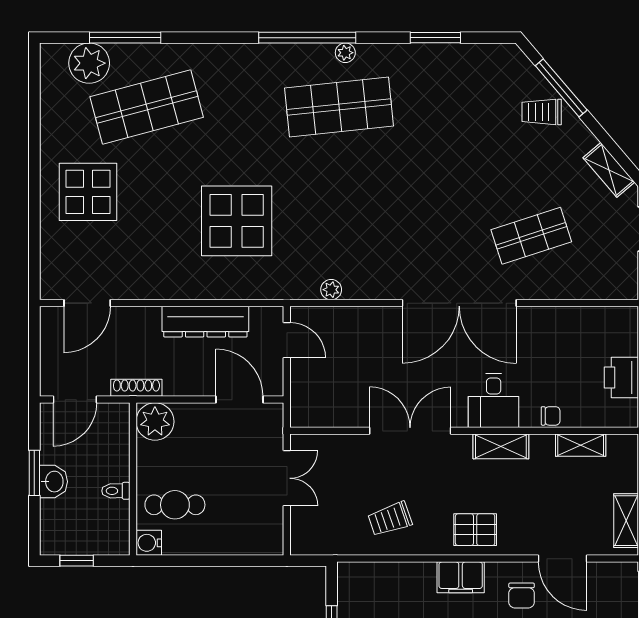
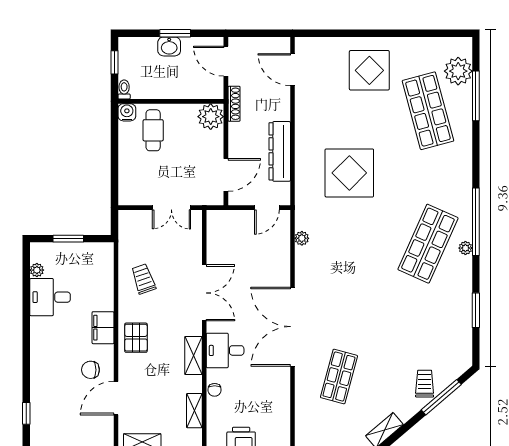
shop shelf: (339, 107) -> (428, 244), turned 30
shop shelf: (531, 236) -> (339, 377), turned 33
toilet: (116, 491) -> (124, 90), moved

